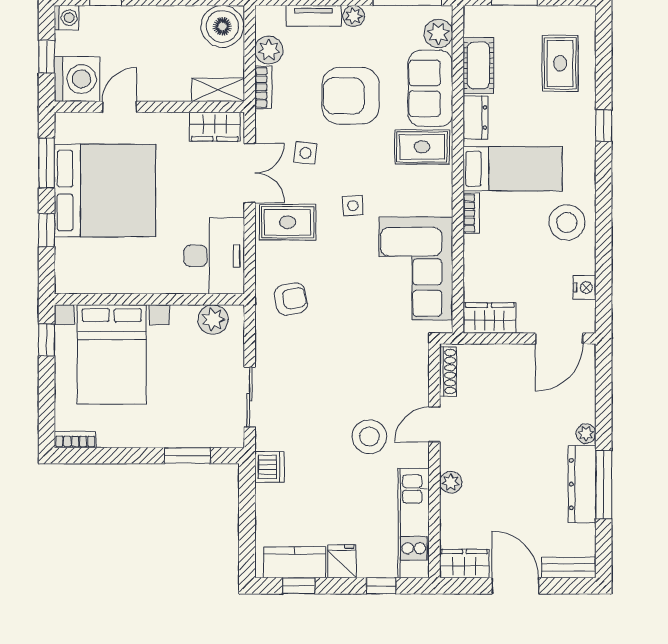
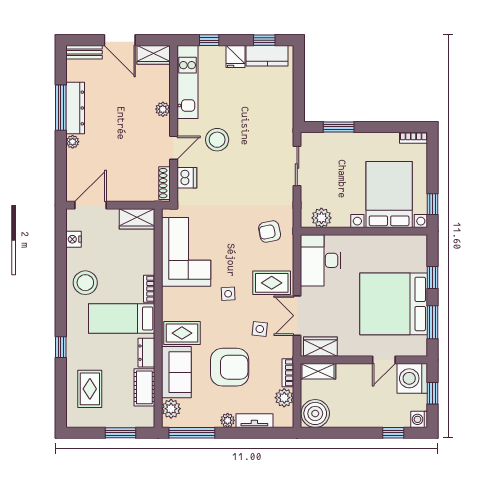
dishwasher: (269, 467) -> (187, 178), moved, turned 180

